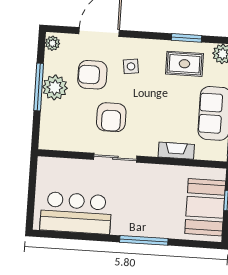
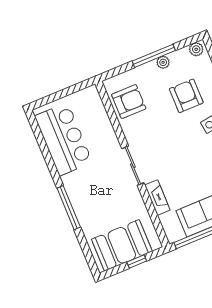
plant: (55, 87) -> (163, 62), width x0.53, depth x0.53
armchair: (111, 117) -> (129, 102), moved, turned 180
sliding door: (115, 158) -> (133, 166), moved

